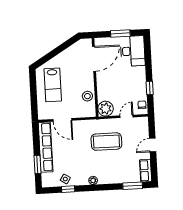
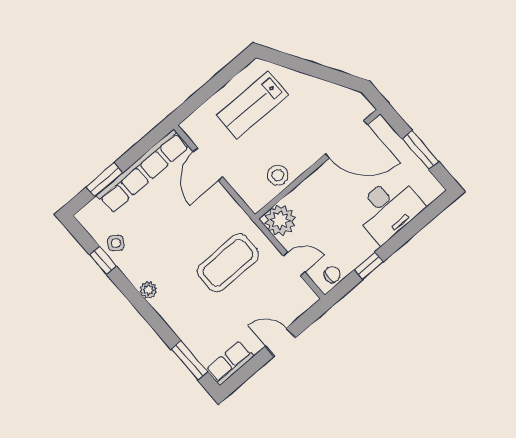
desk: (133, 51) -> (388, 209), moved
coffee table: (106, 142) -> (228, 263), turned 90

